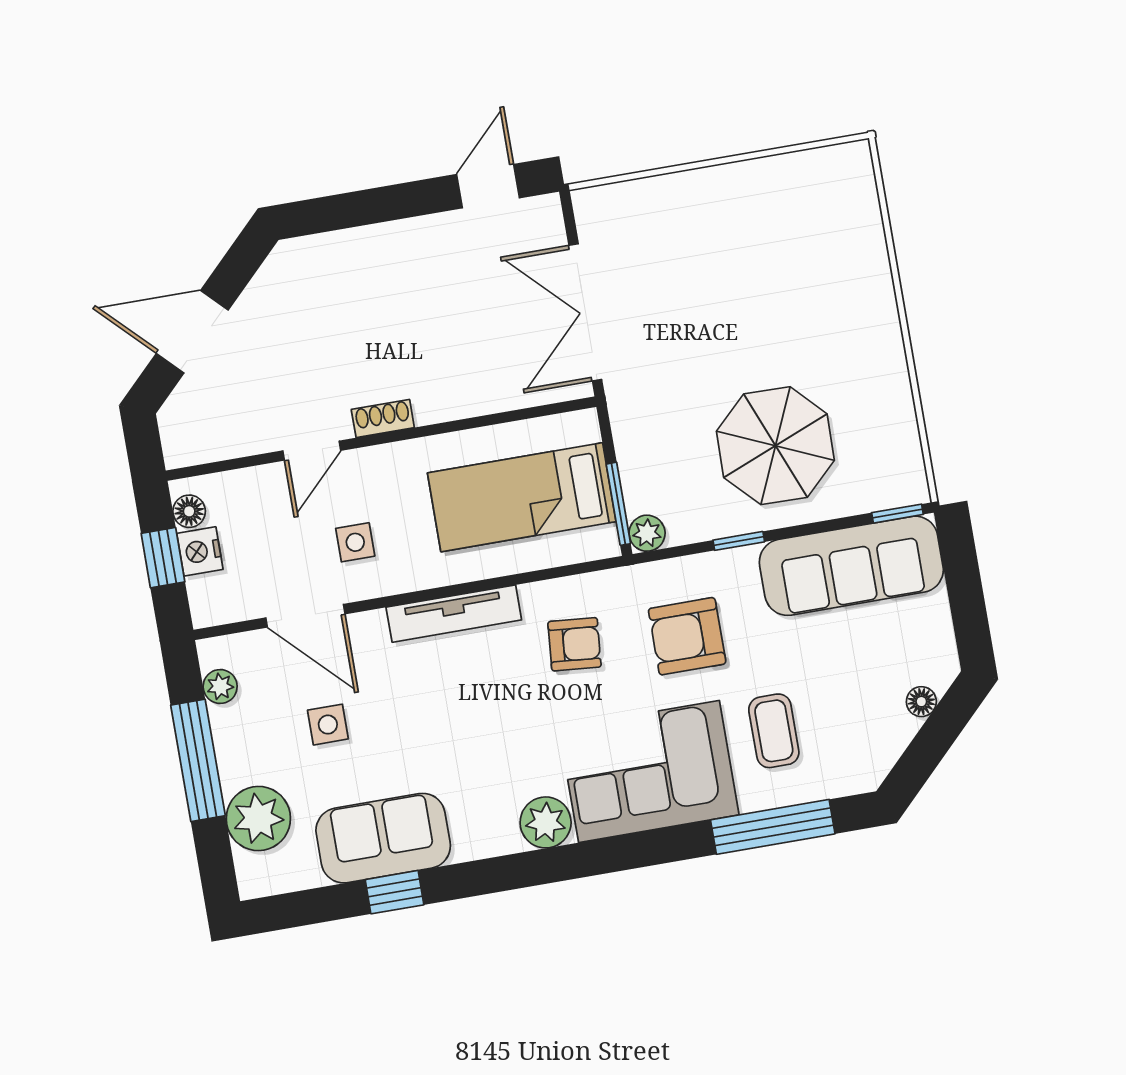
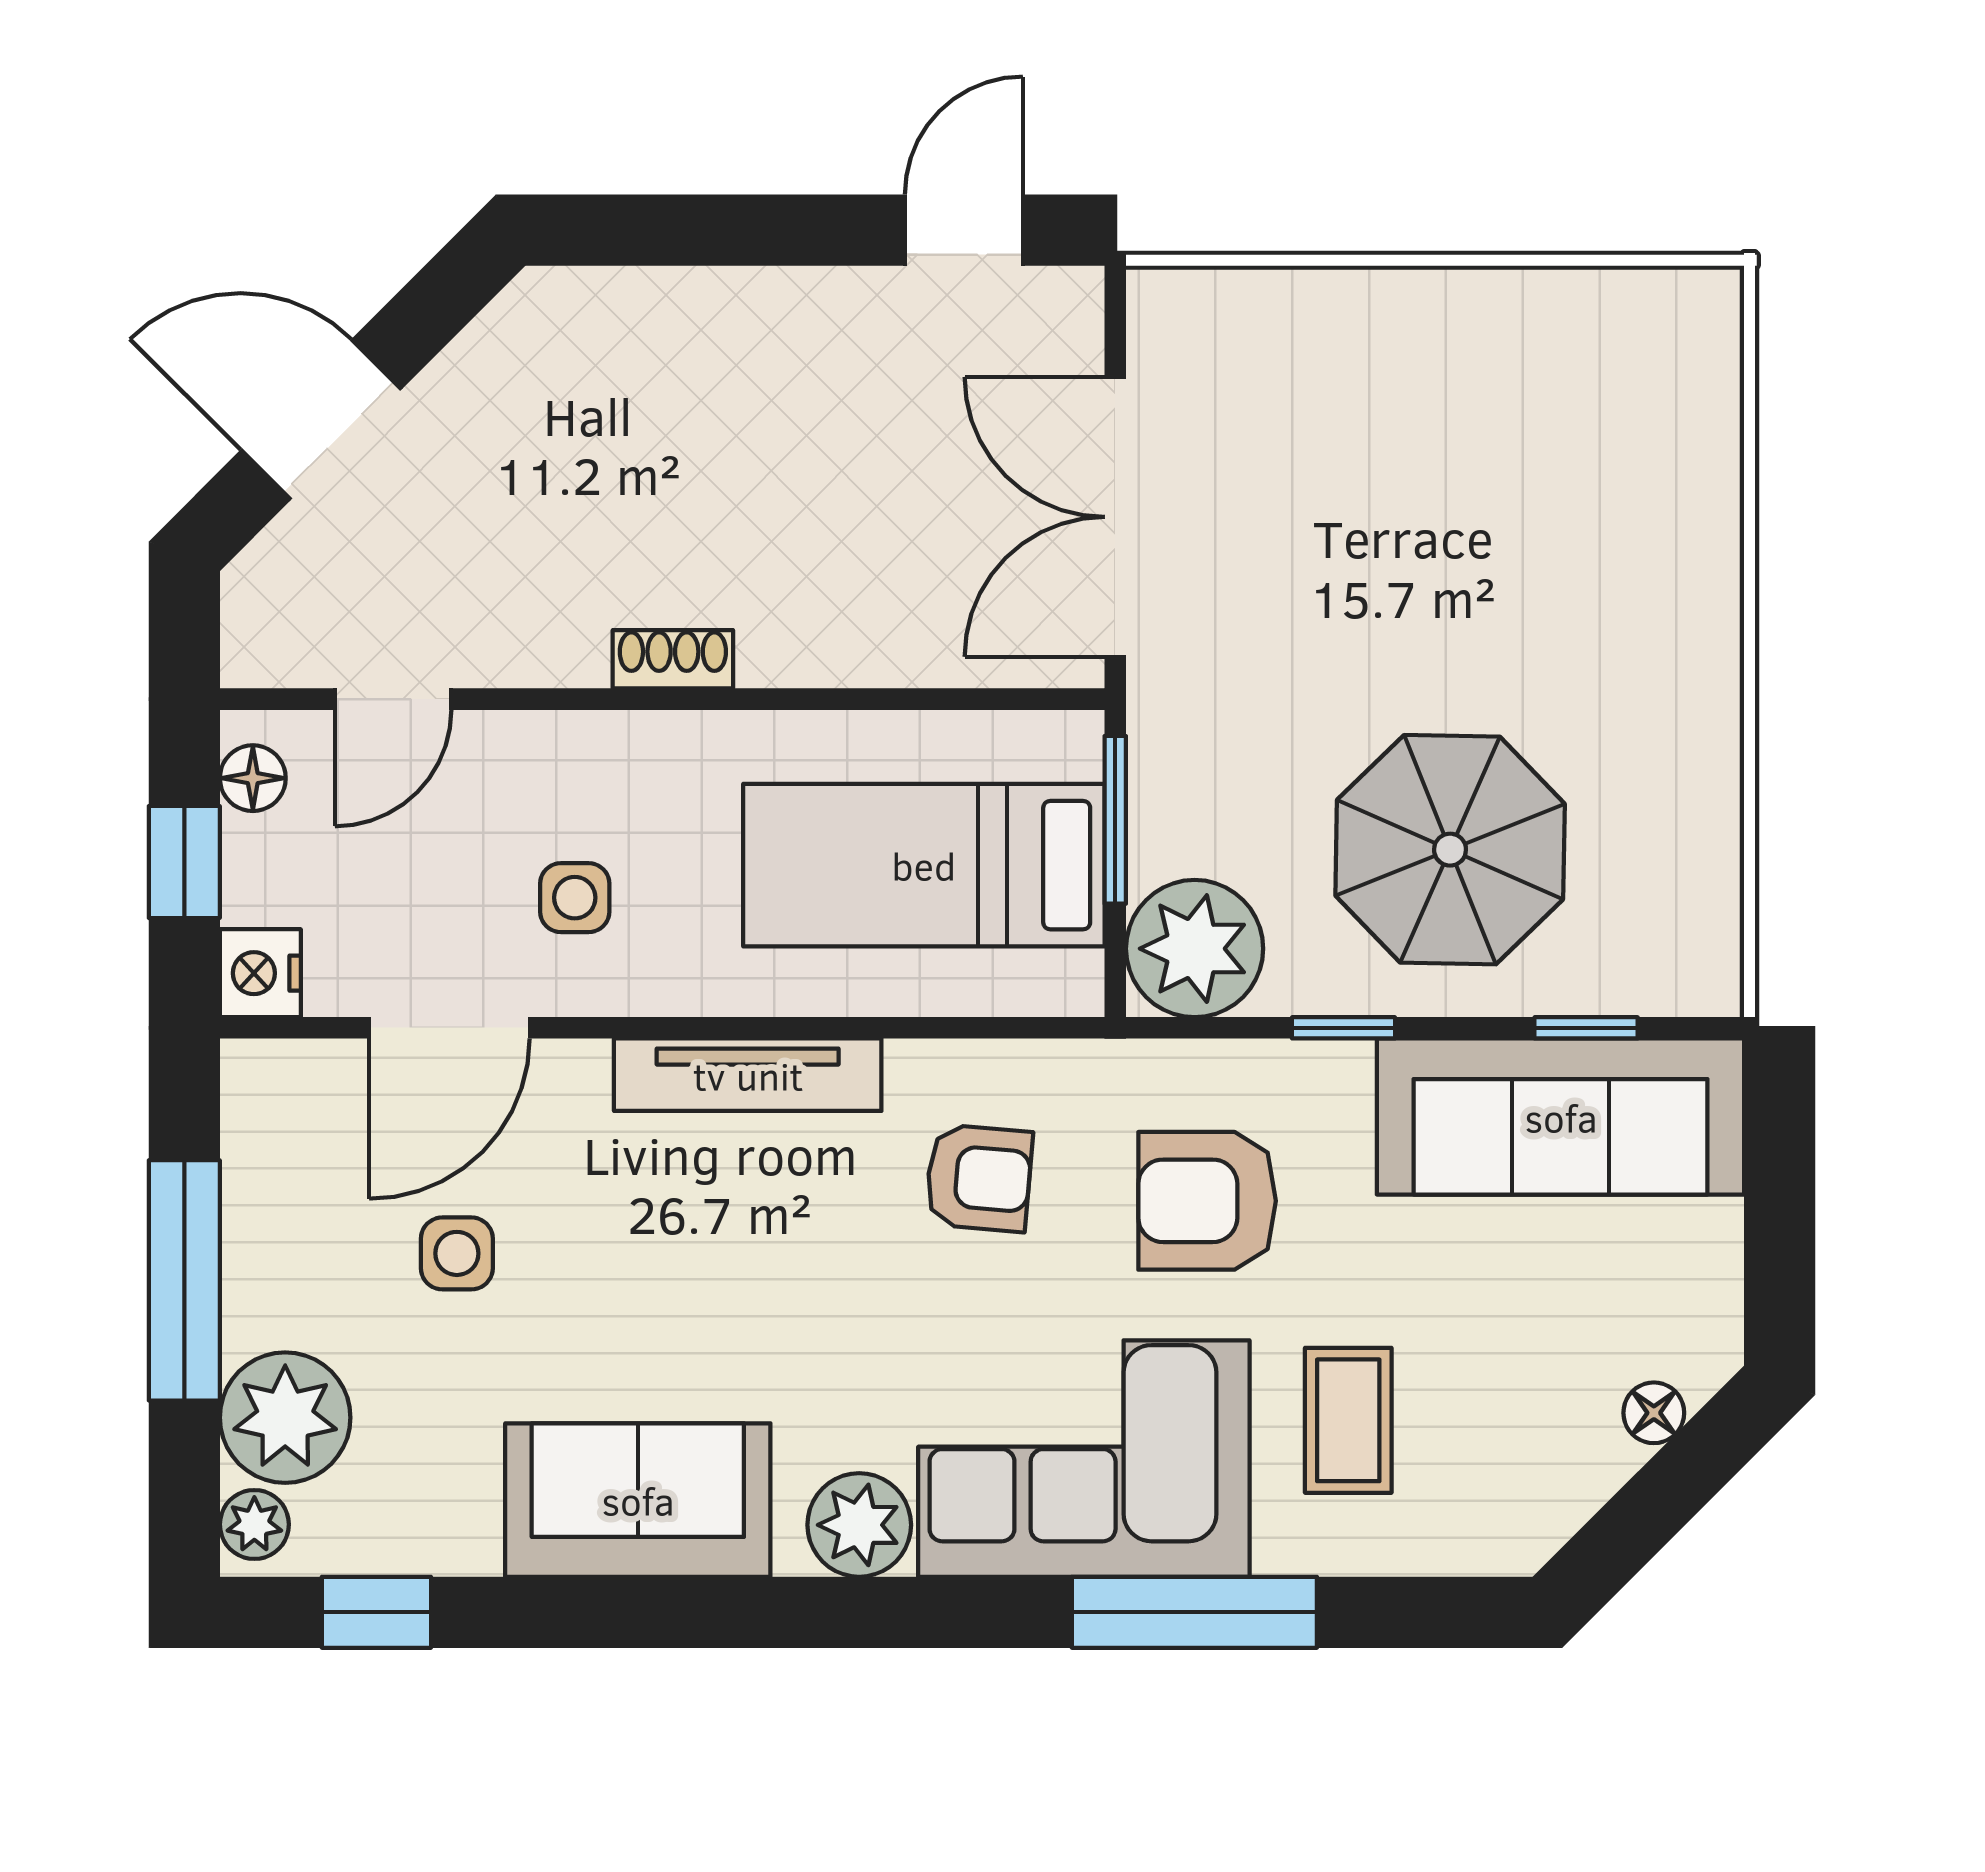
door: (312, 451) -> (393, 699), moved
window: (618, 504) -> (1115, 820), moved
window: (898, 514) -> (1586, 1028), moved
plant: (647, 533) -> (1195, 949), width x1.88, depth x1.88
nightstand: (200, 551) -> (260, 973), moved
door: (305, 616) -> (449, 1028), hinge flipped
plant: (220, 686) -> (254, 1524), moved
window: (773, 827) -> (1194, 1612), moved
sofa: (383, 838) -> (638, 1500), moved
window: (395, 892) -> (376, 1612), moved

